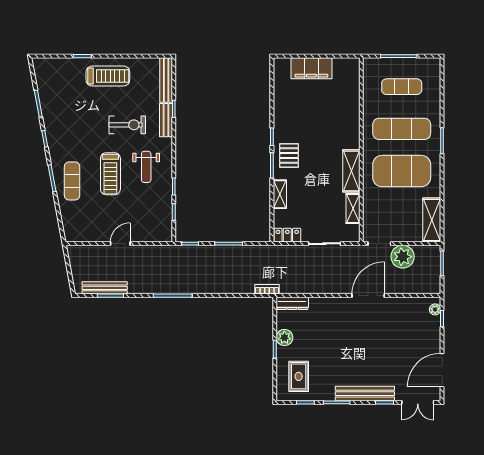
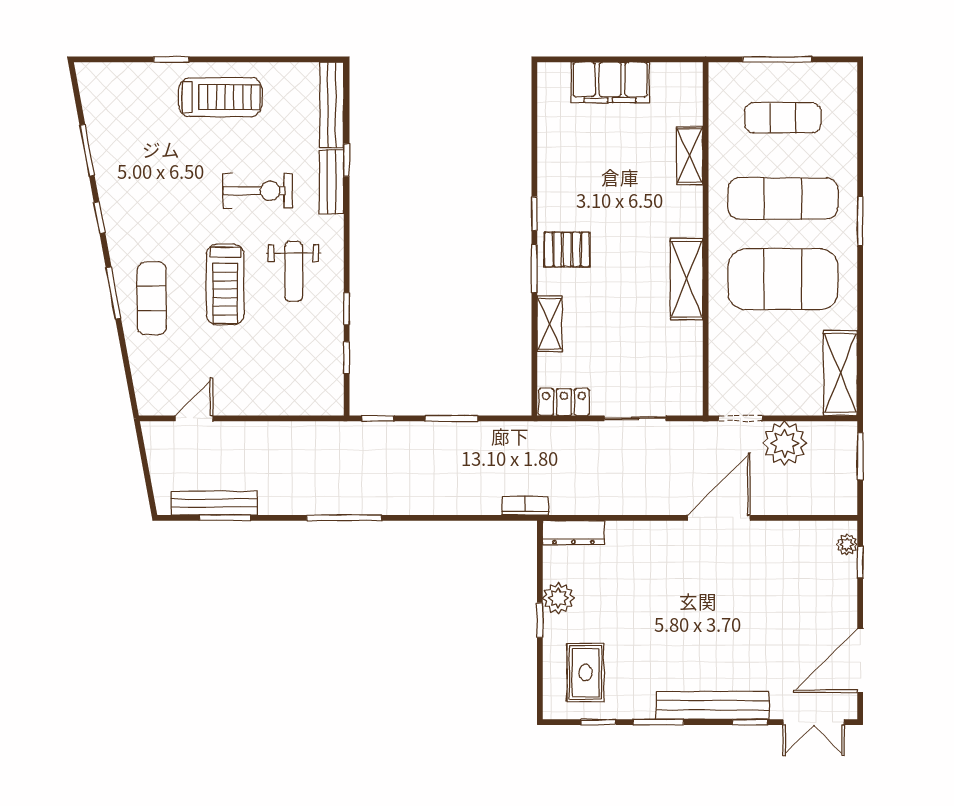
pallet: (289, 155) -> (567, 249), turned 90
shelving: (353, 209) -> (690, 156), moved
door: (120, 244) -> (194, 418), moved

